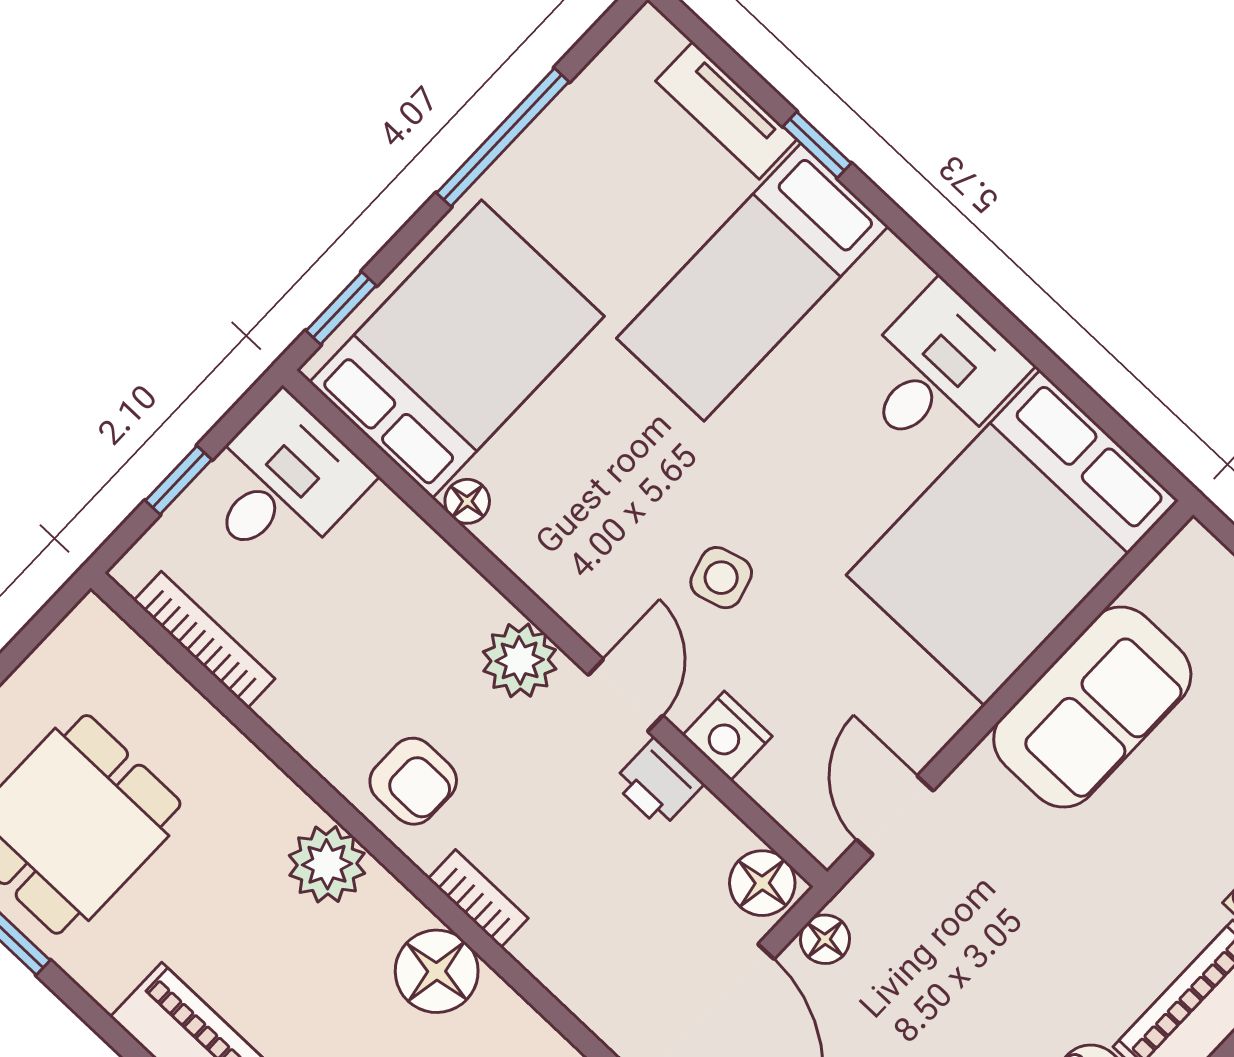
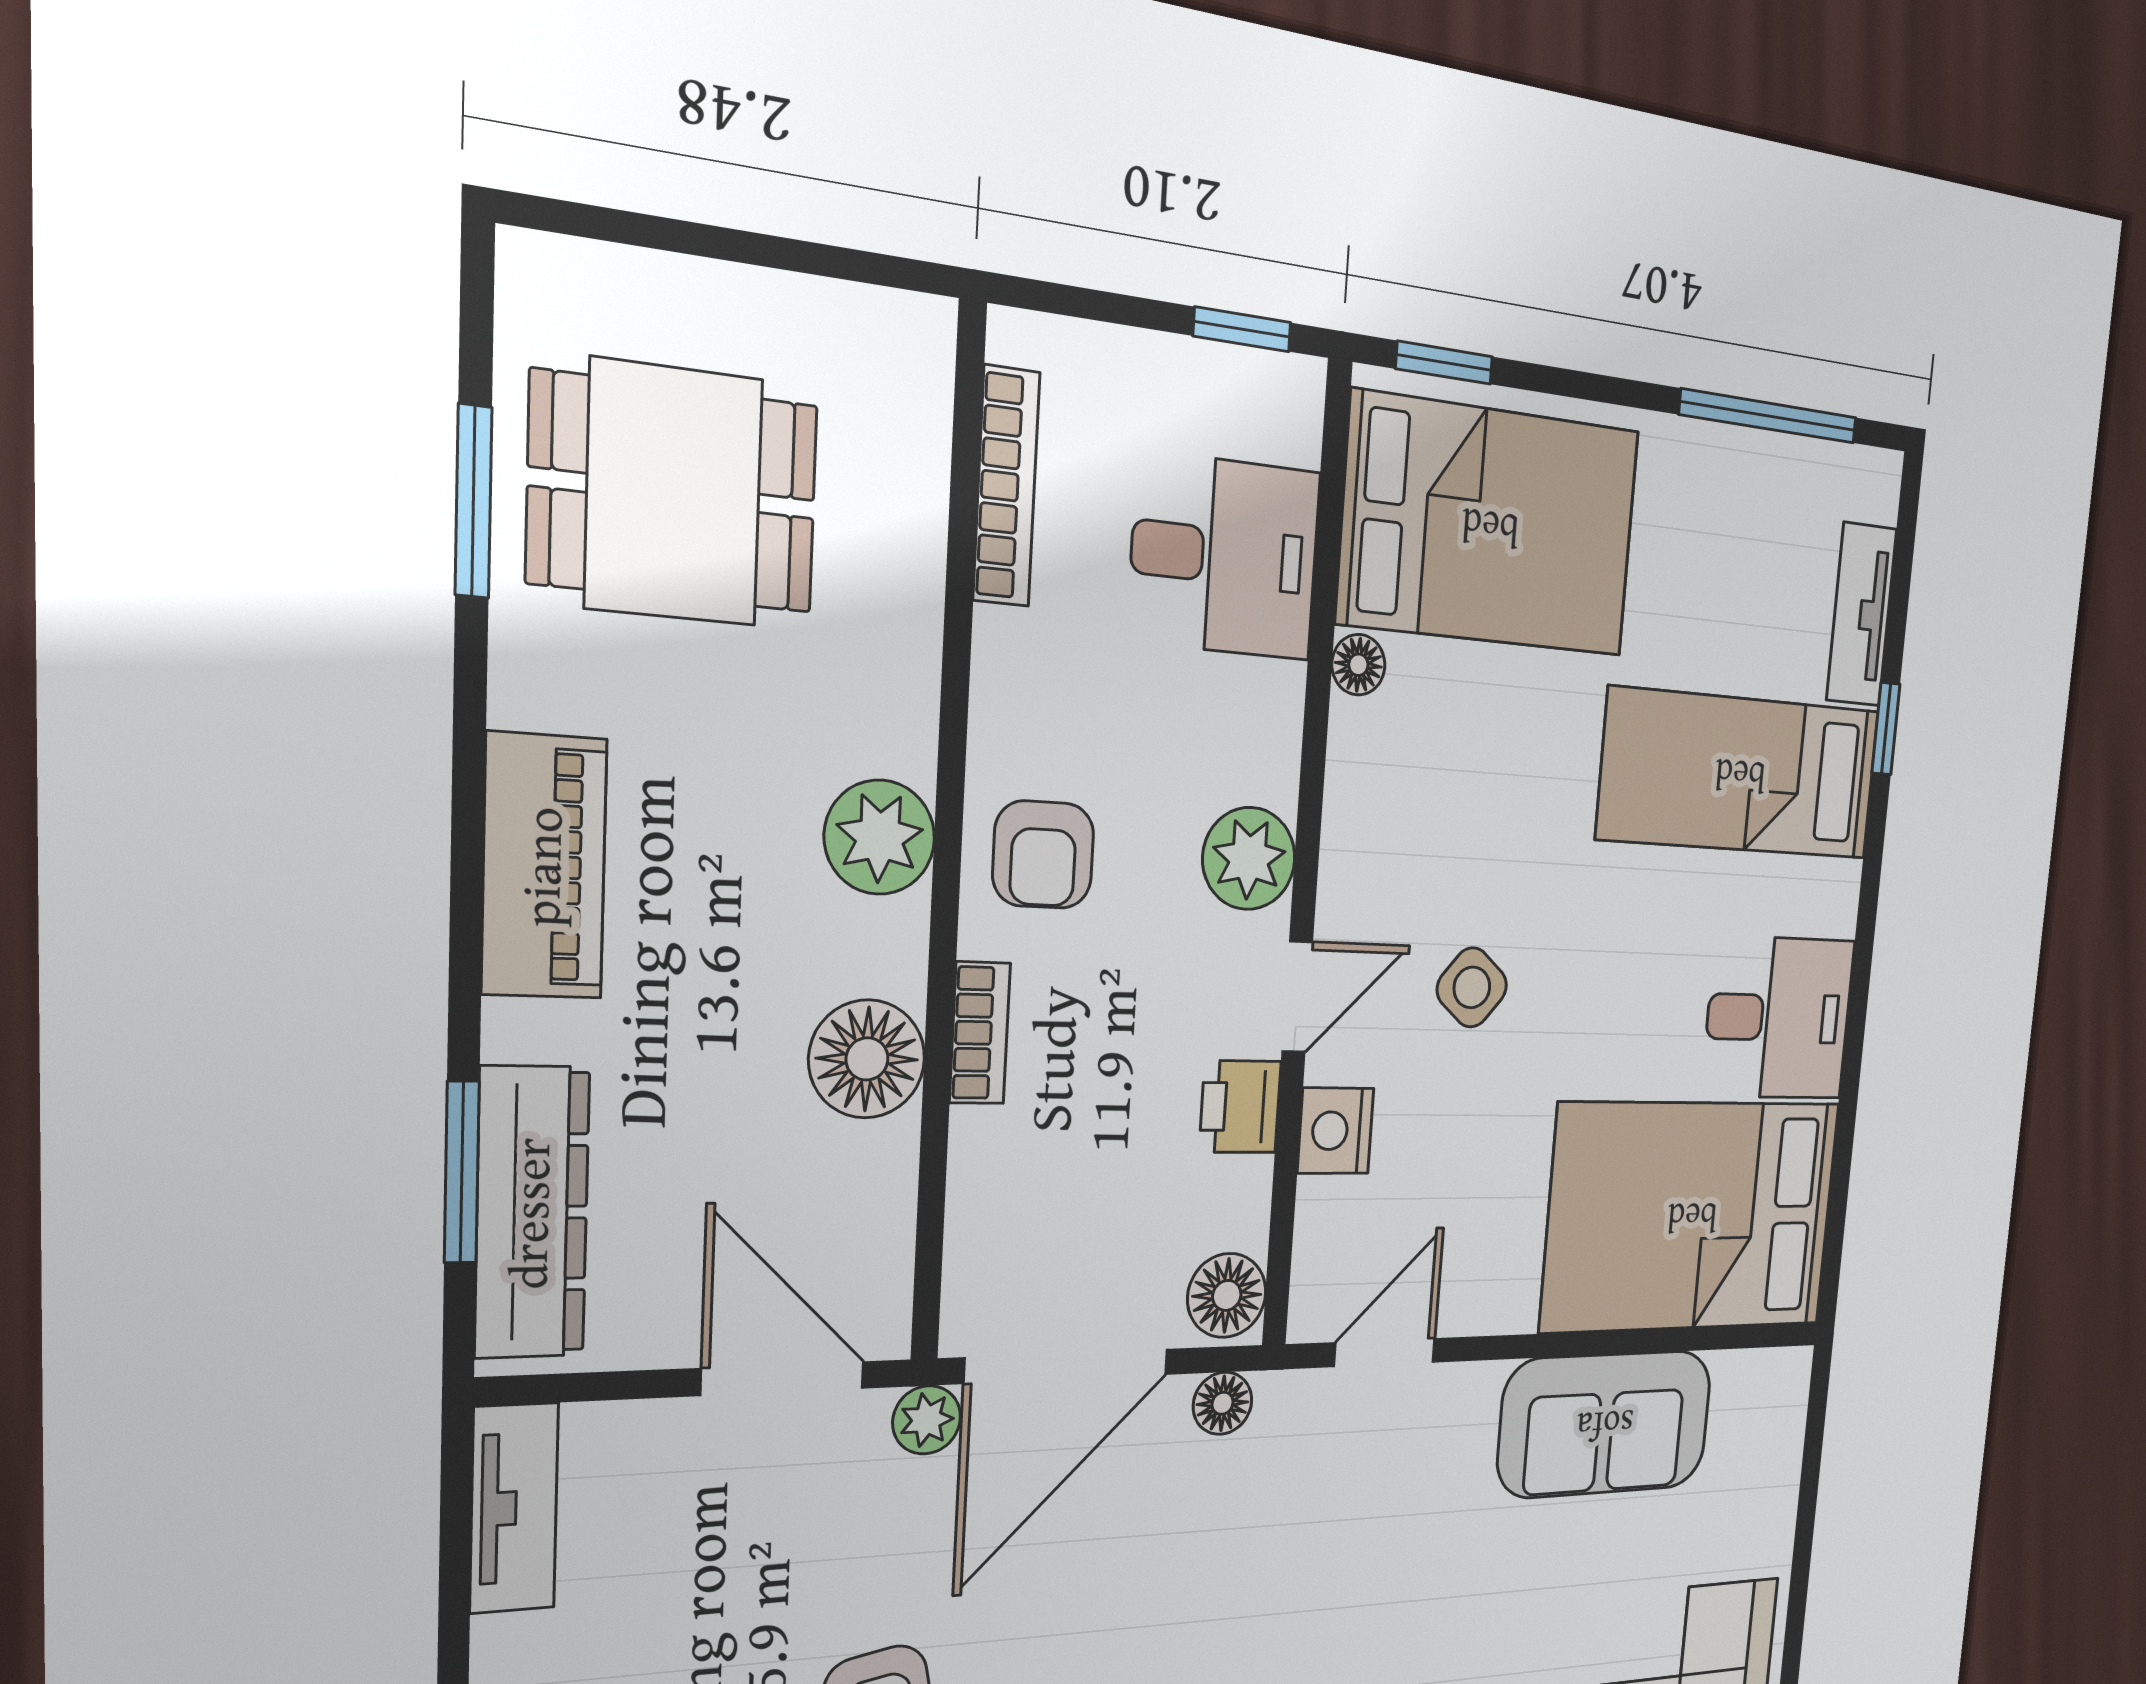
window: (503, 137) -> (1769, 416), moved
window: (178, 480) -> (1242, 329), moved
desk: (282, 483) -> (1225, 556), moved
side table: (721, 578) -> (1472, 987), turned -34

